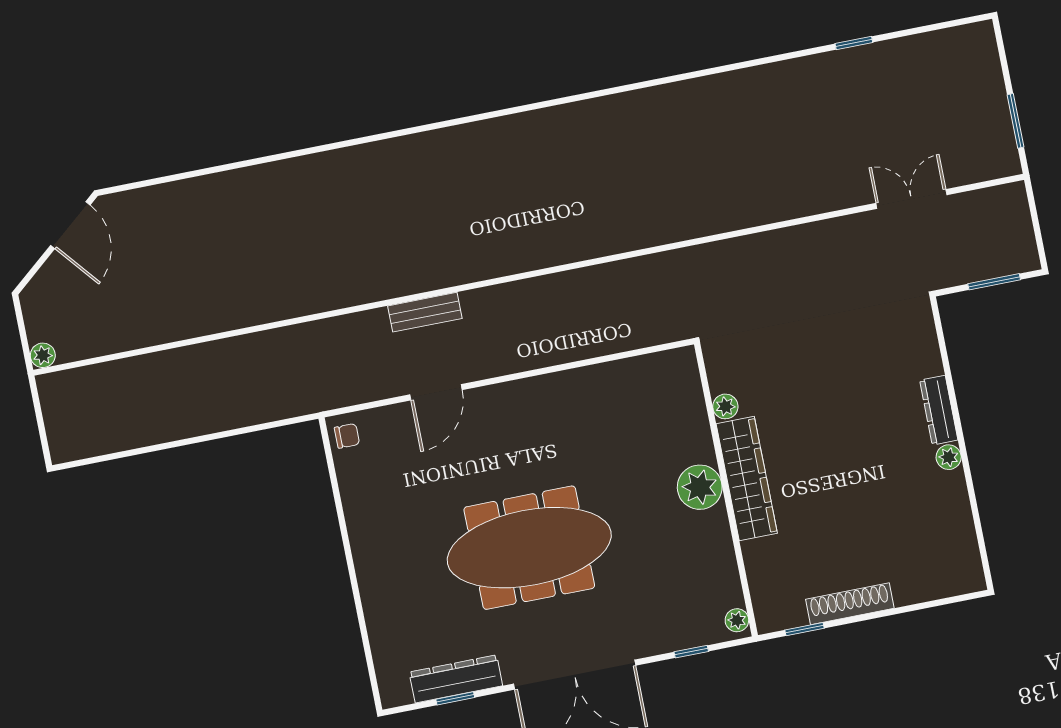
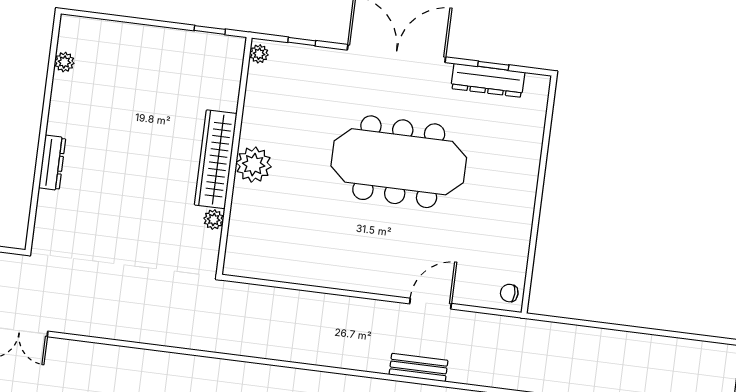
plant: (949, 457) -> (64, 62), moved
shoe rack: (850, 604) -> (169, 38), removed

